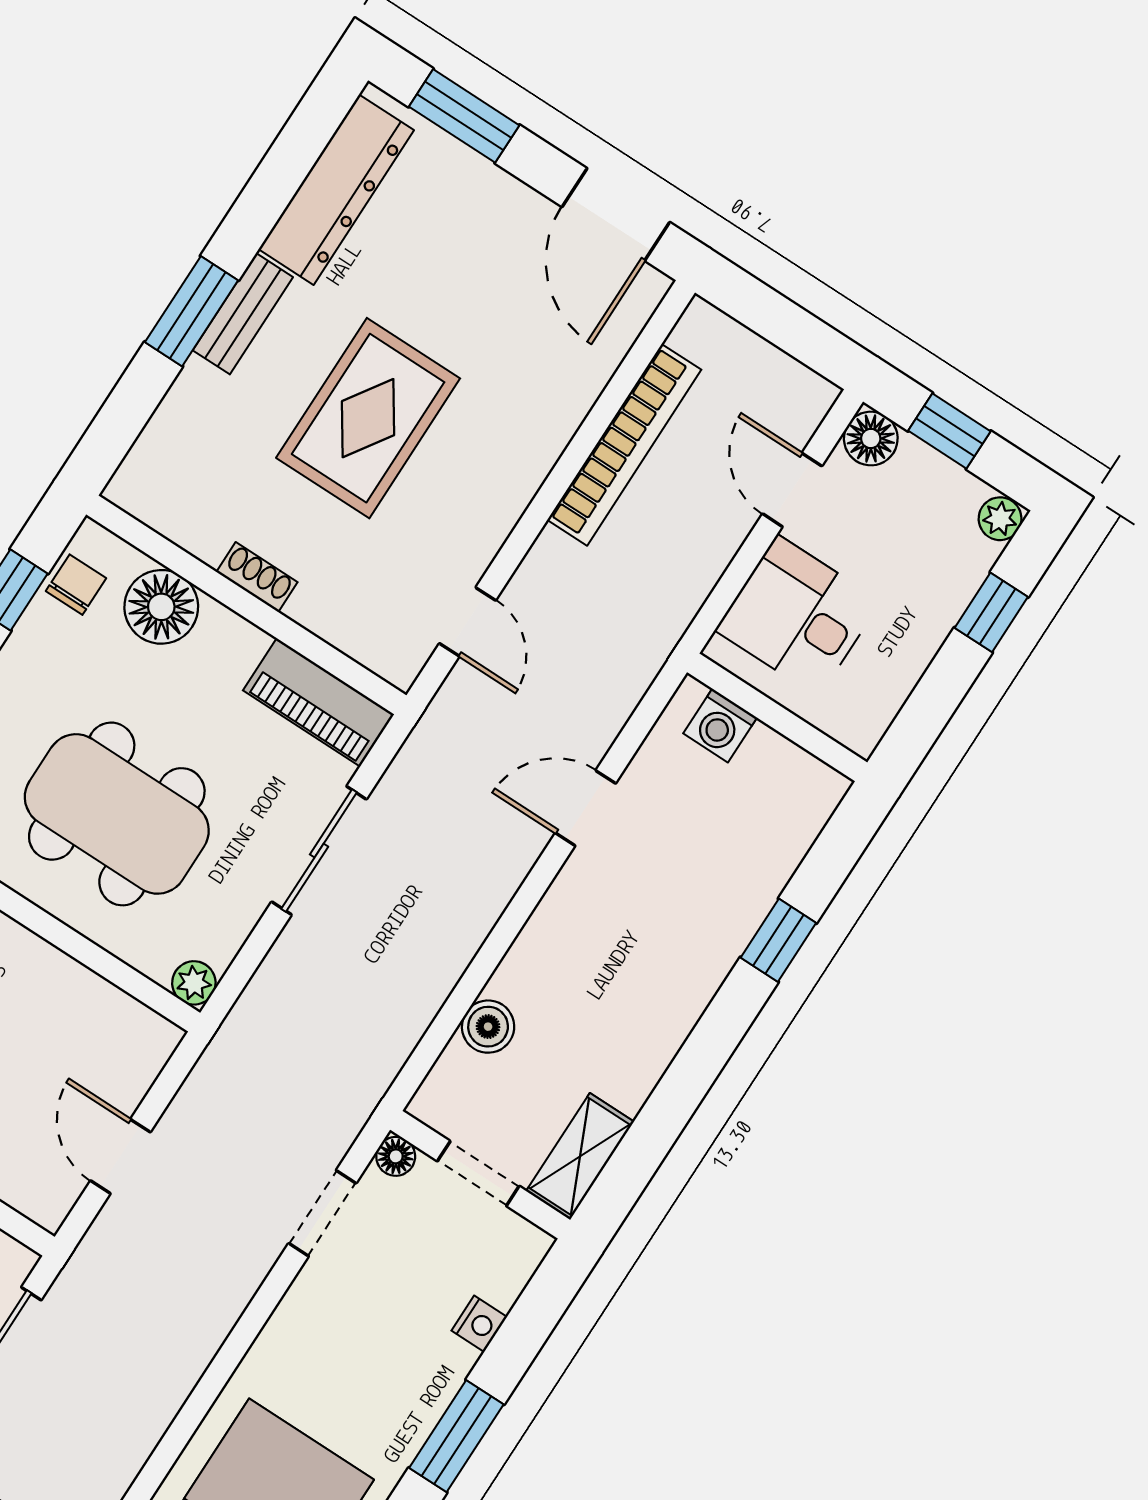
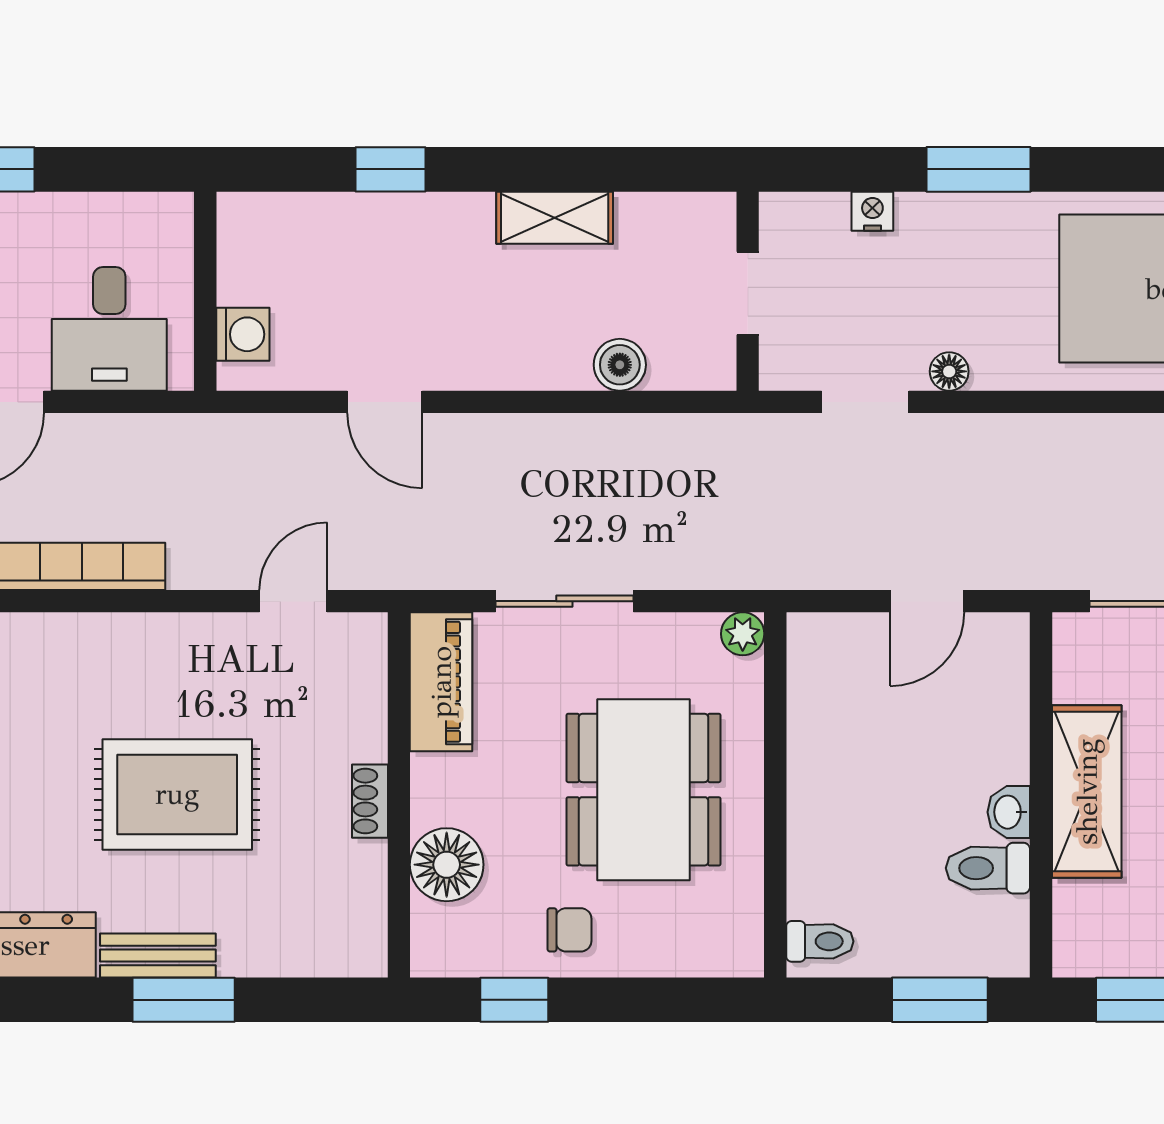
chair: (76, 585) -> (570, 930), moved, turned 180
floor lamp: (396, 1156) -> (949, 371), moved
shelving: (580, 1156) -> (555, 218), moved

